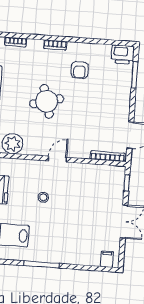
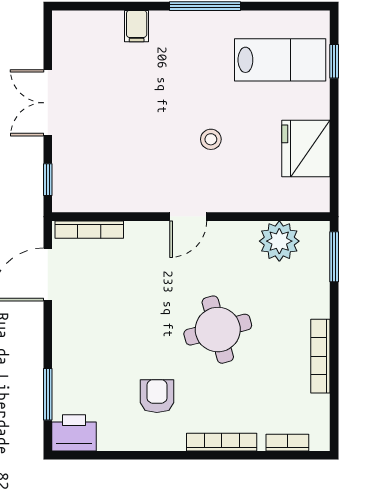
bookcase: (55, 45) -> (222, 442), width x1.56
filing cabinet: (107, 259) -> (137, 26), moved

